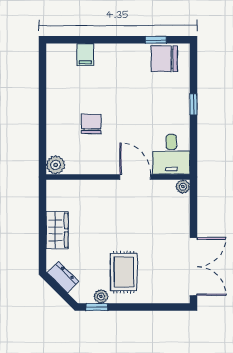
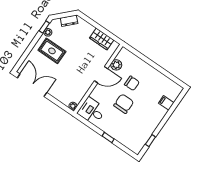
chair: (164, 59) -> (124, 104), moved
plant: (56, 165) -> (116, 65), moved
door: (135, 177) -> (101, 75), moved
wardrobe: (57, 230) -> (102, 39), moved
double door: (193, 267) -> (32, 85), swing flipped

